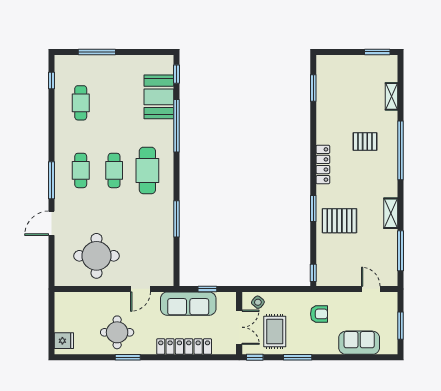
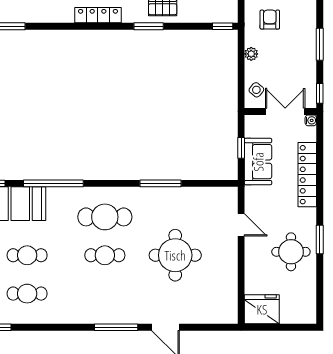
cafe table: (81, 170) -> (27, 255), moved
round table: (96, 256) -> (175, 255), moved
plant: (289, 298) -> (251, 54), added
sofa: (188, 304) -> (258, 162), width x0.73
rug: (275, 332) -> (290, 71), removed
fridge: (64, 341) -> (262, 309), moved, width x1.88, depth x1.34
water cooler: (231, 350) -> (311, 120), added

